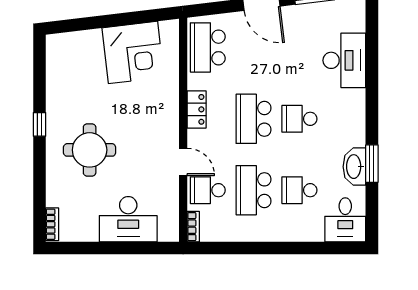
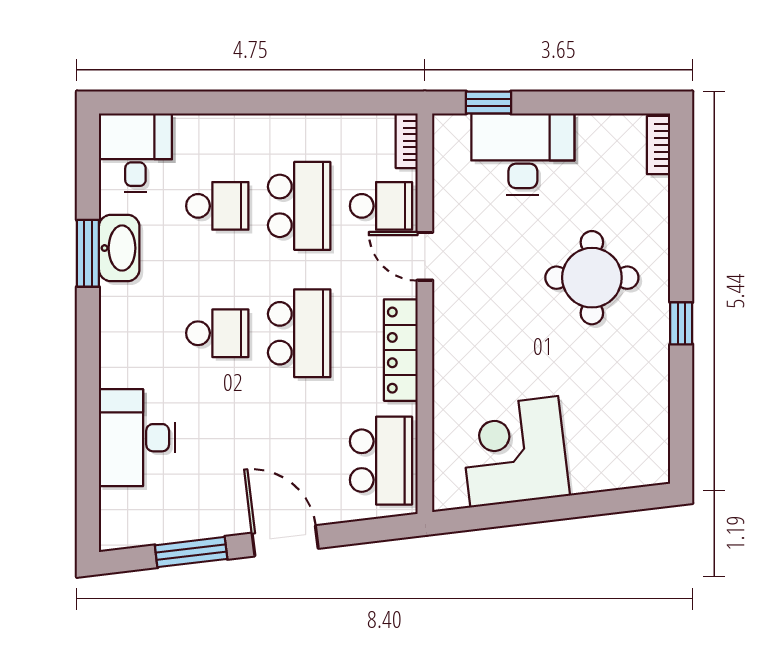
locker: (197, 109) -> (401, 350), width x1.53
window: (147, 248) -> (489, 103), added

